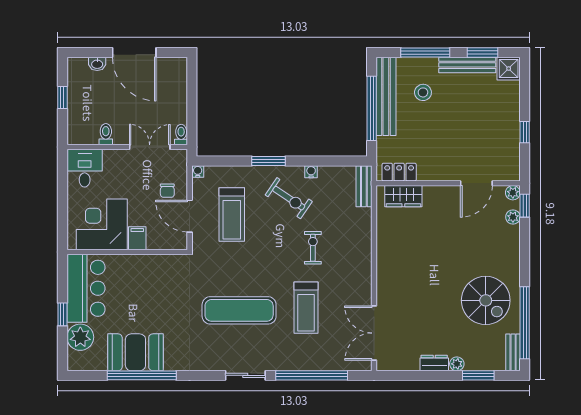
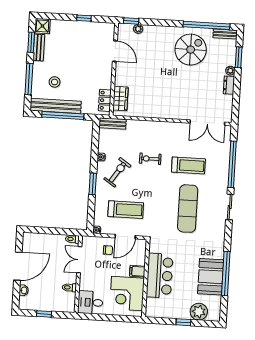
bench: (467, 65) -> (39, 48), width x0.73
plant: (513, 193) -> (122, 28), removed
bar counter: (86, 288) -> (160, 276), moved, turned 90

